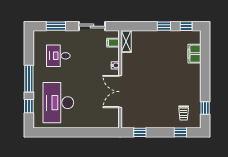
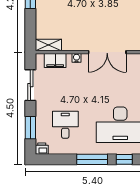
printer: (38, 36) -> (42, 149), added
filing cabinet: (113, 43) -> (55, 61), width x2.00
desk: (58, 56) -> (65, 125), turned 180

